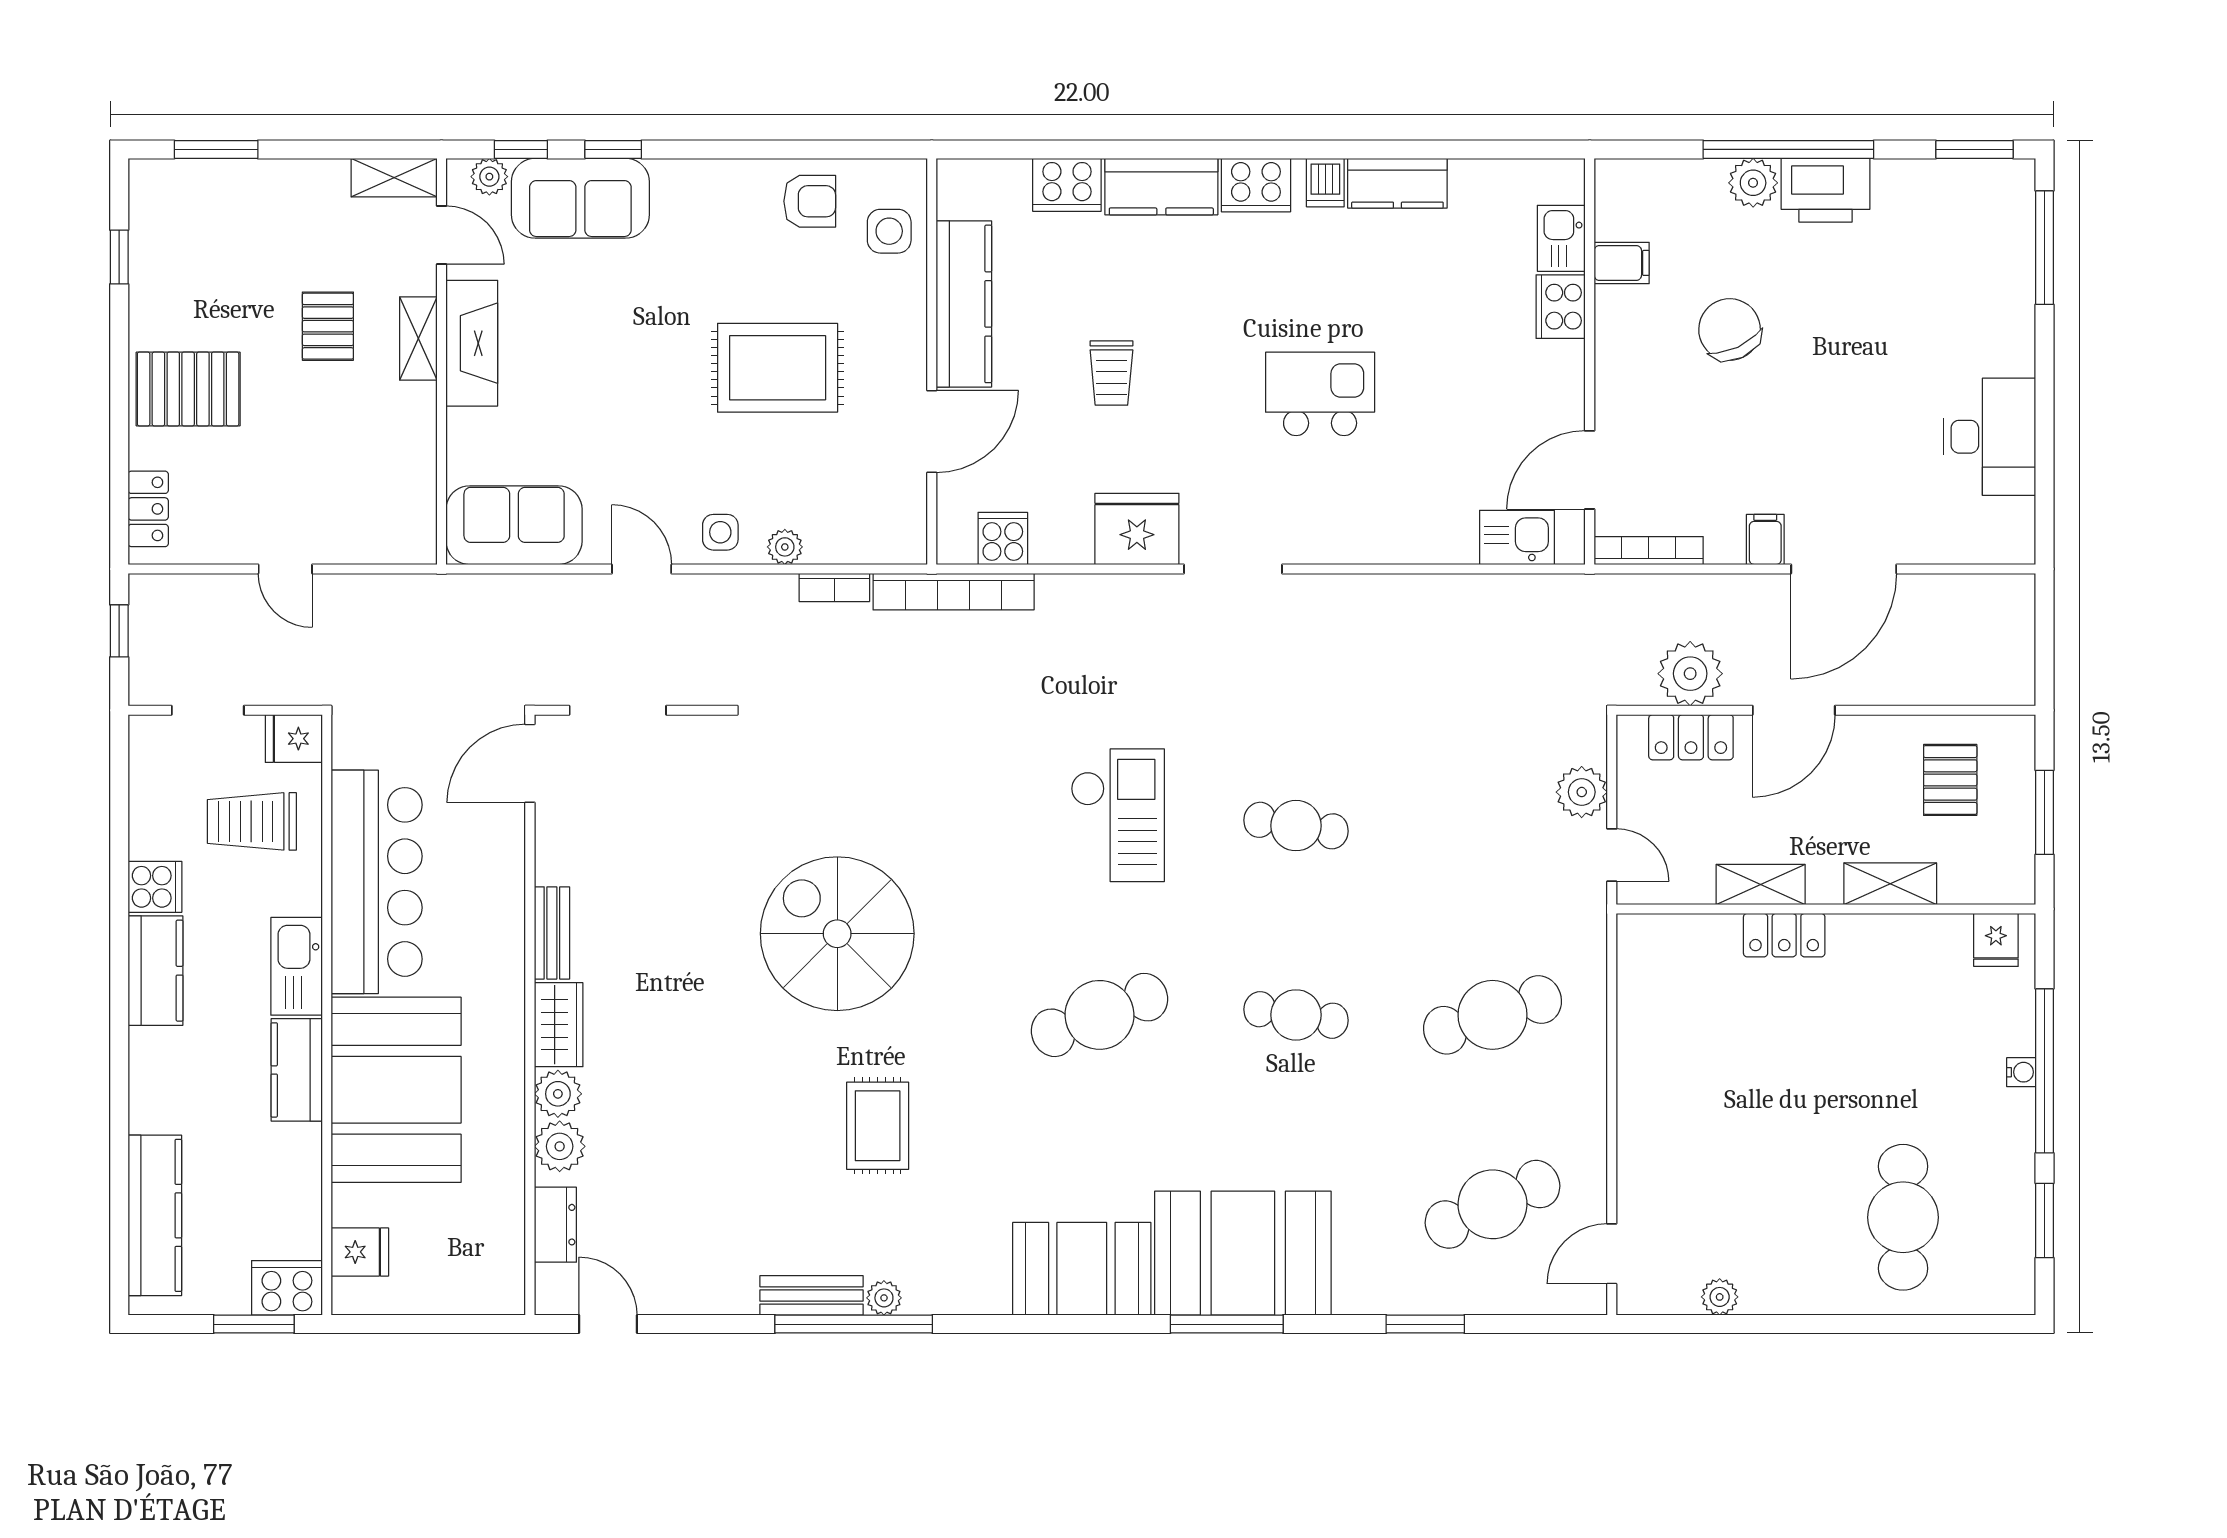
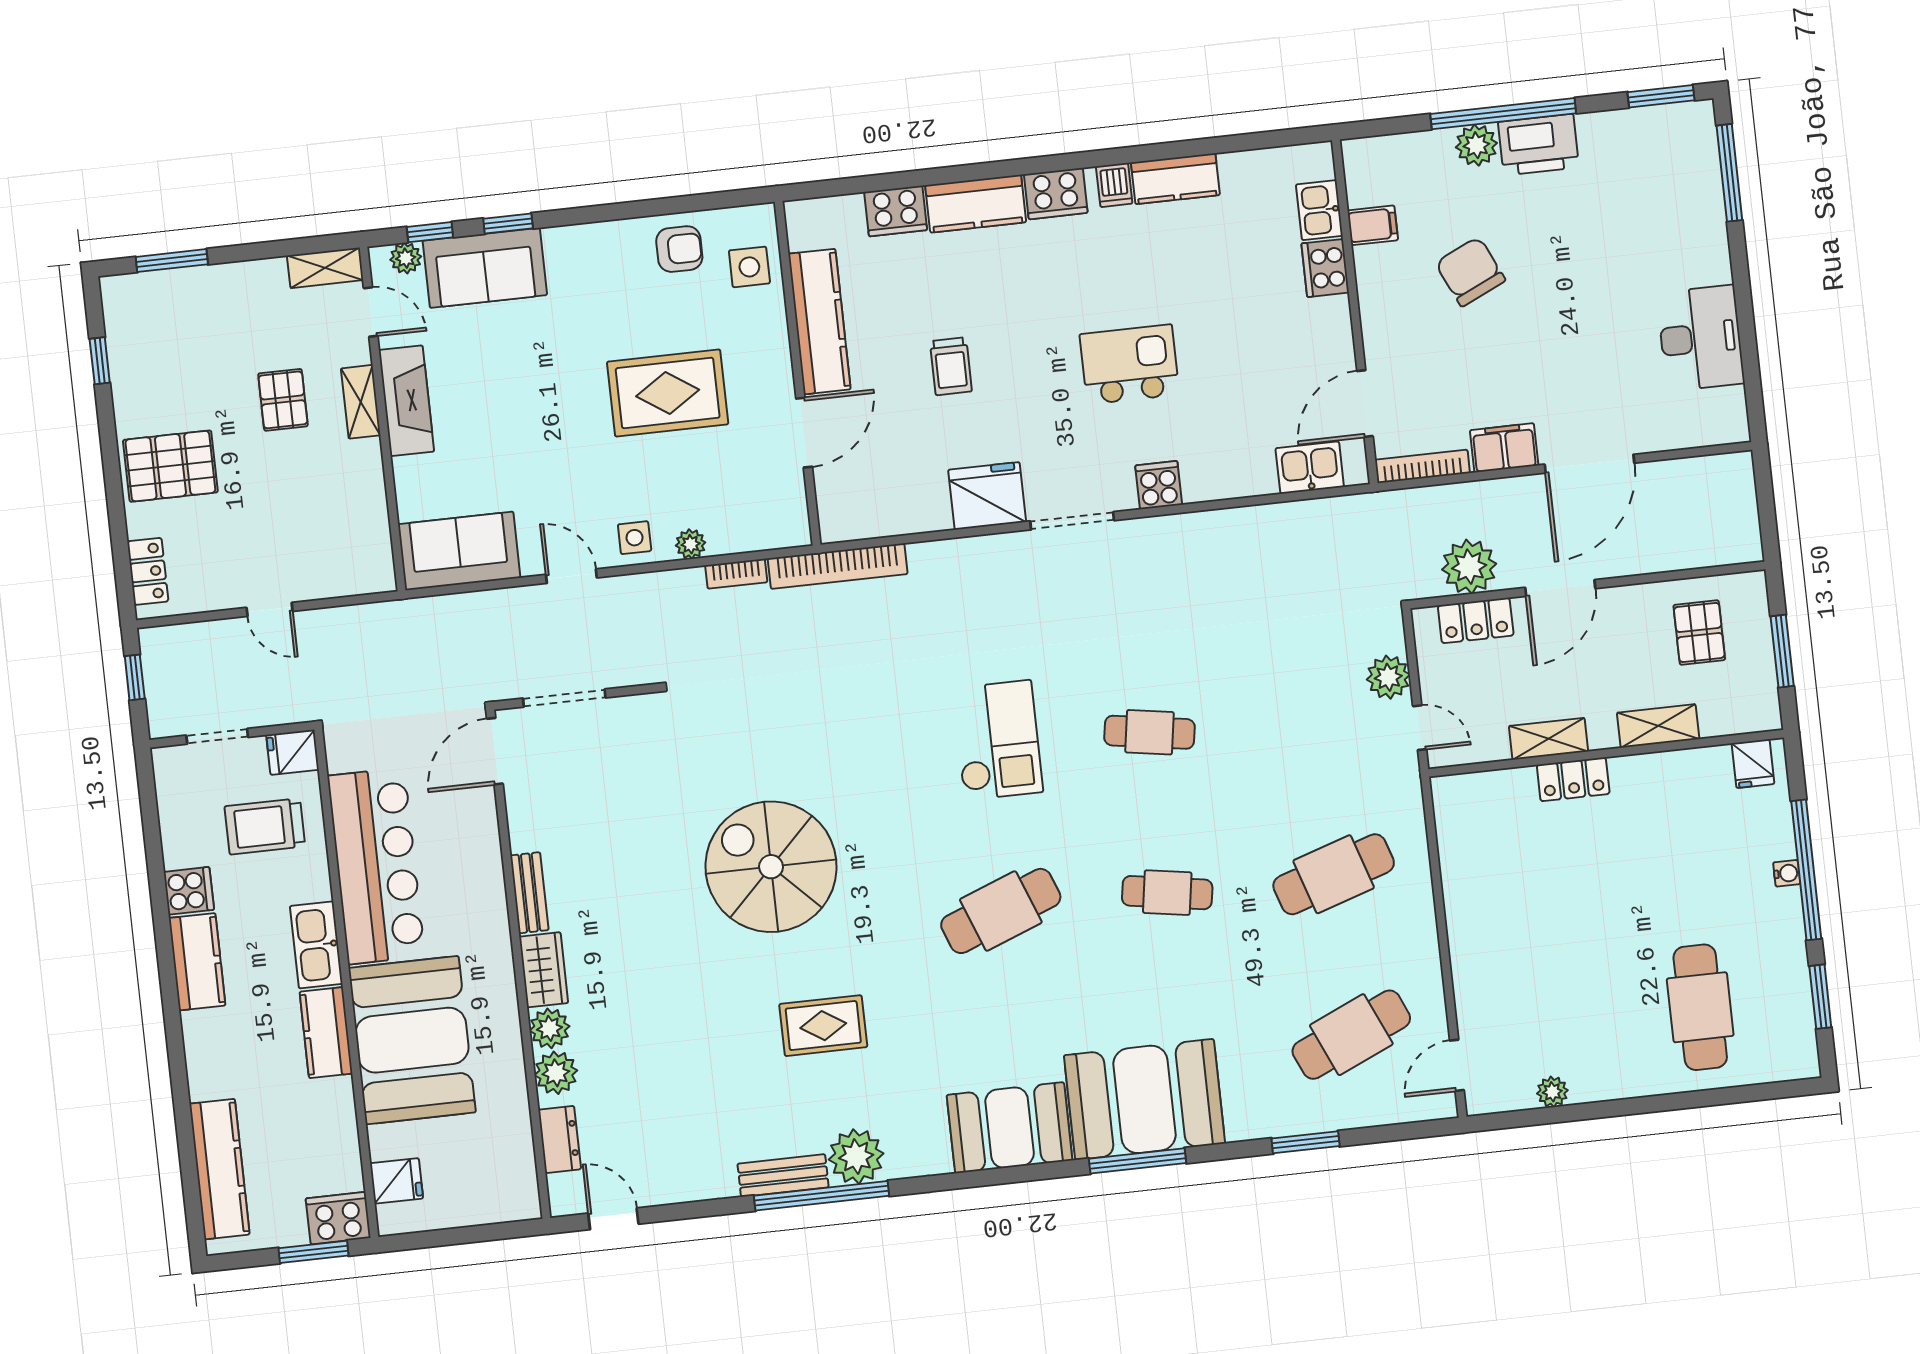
cooker: (1003, 538) -> (1159, 485), moved
filing cabinet: (1765, 539) -> (1504, 448), width x2.00
rug: (878, 1126) -> (823, 1026), turned 90
plant: (884, 1298) -> (856, 1157), width x1.87, depth x1.87

